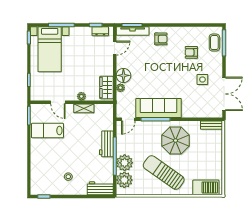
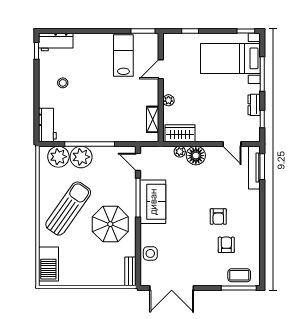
dresser: (100, 31) -> (254, 105), moved
armchair: (161, 39) -> (218, 216), moved
side table: (202, 79) -> (150, 253), moved
shelving: (84, 108) -> (153, 119), moved
sofa: (159, 108) -> (153, 202), width x0.73
workbench: (106, 144) -> (56, 42), moved, turned 180

